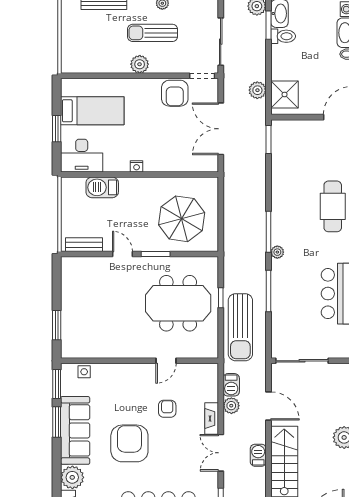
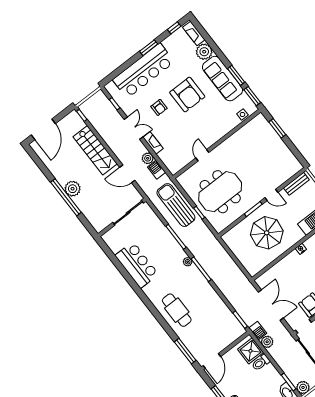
toilet: (283, 36) -> (261, 363), moved
parasol: (182, 219) -> (267, 233), moved
armchair: (167, 409) -> (159, 107), moved
barbecue: (258, 455) -> (258, 331), moved

